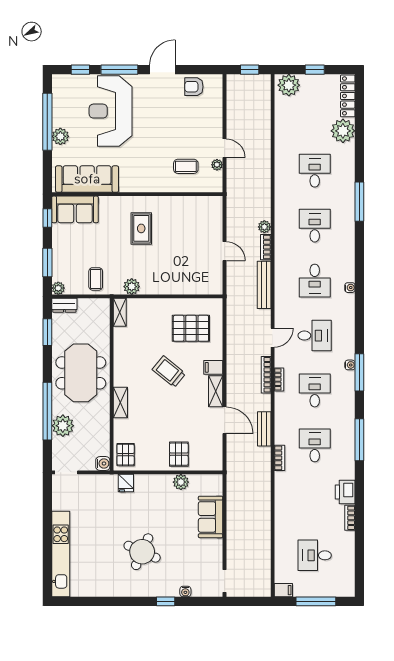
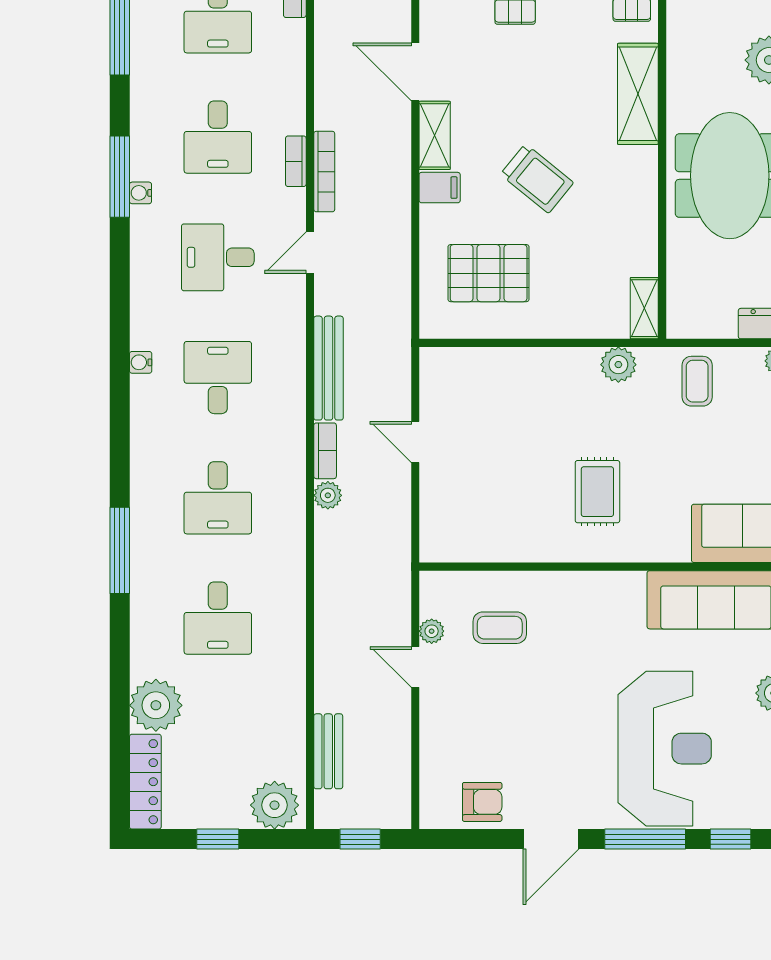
shelving: (120, 402) -> (638, 94), width x1.50, depth x1.33
bench: (264, 429) -> (328, 751), moved

